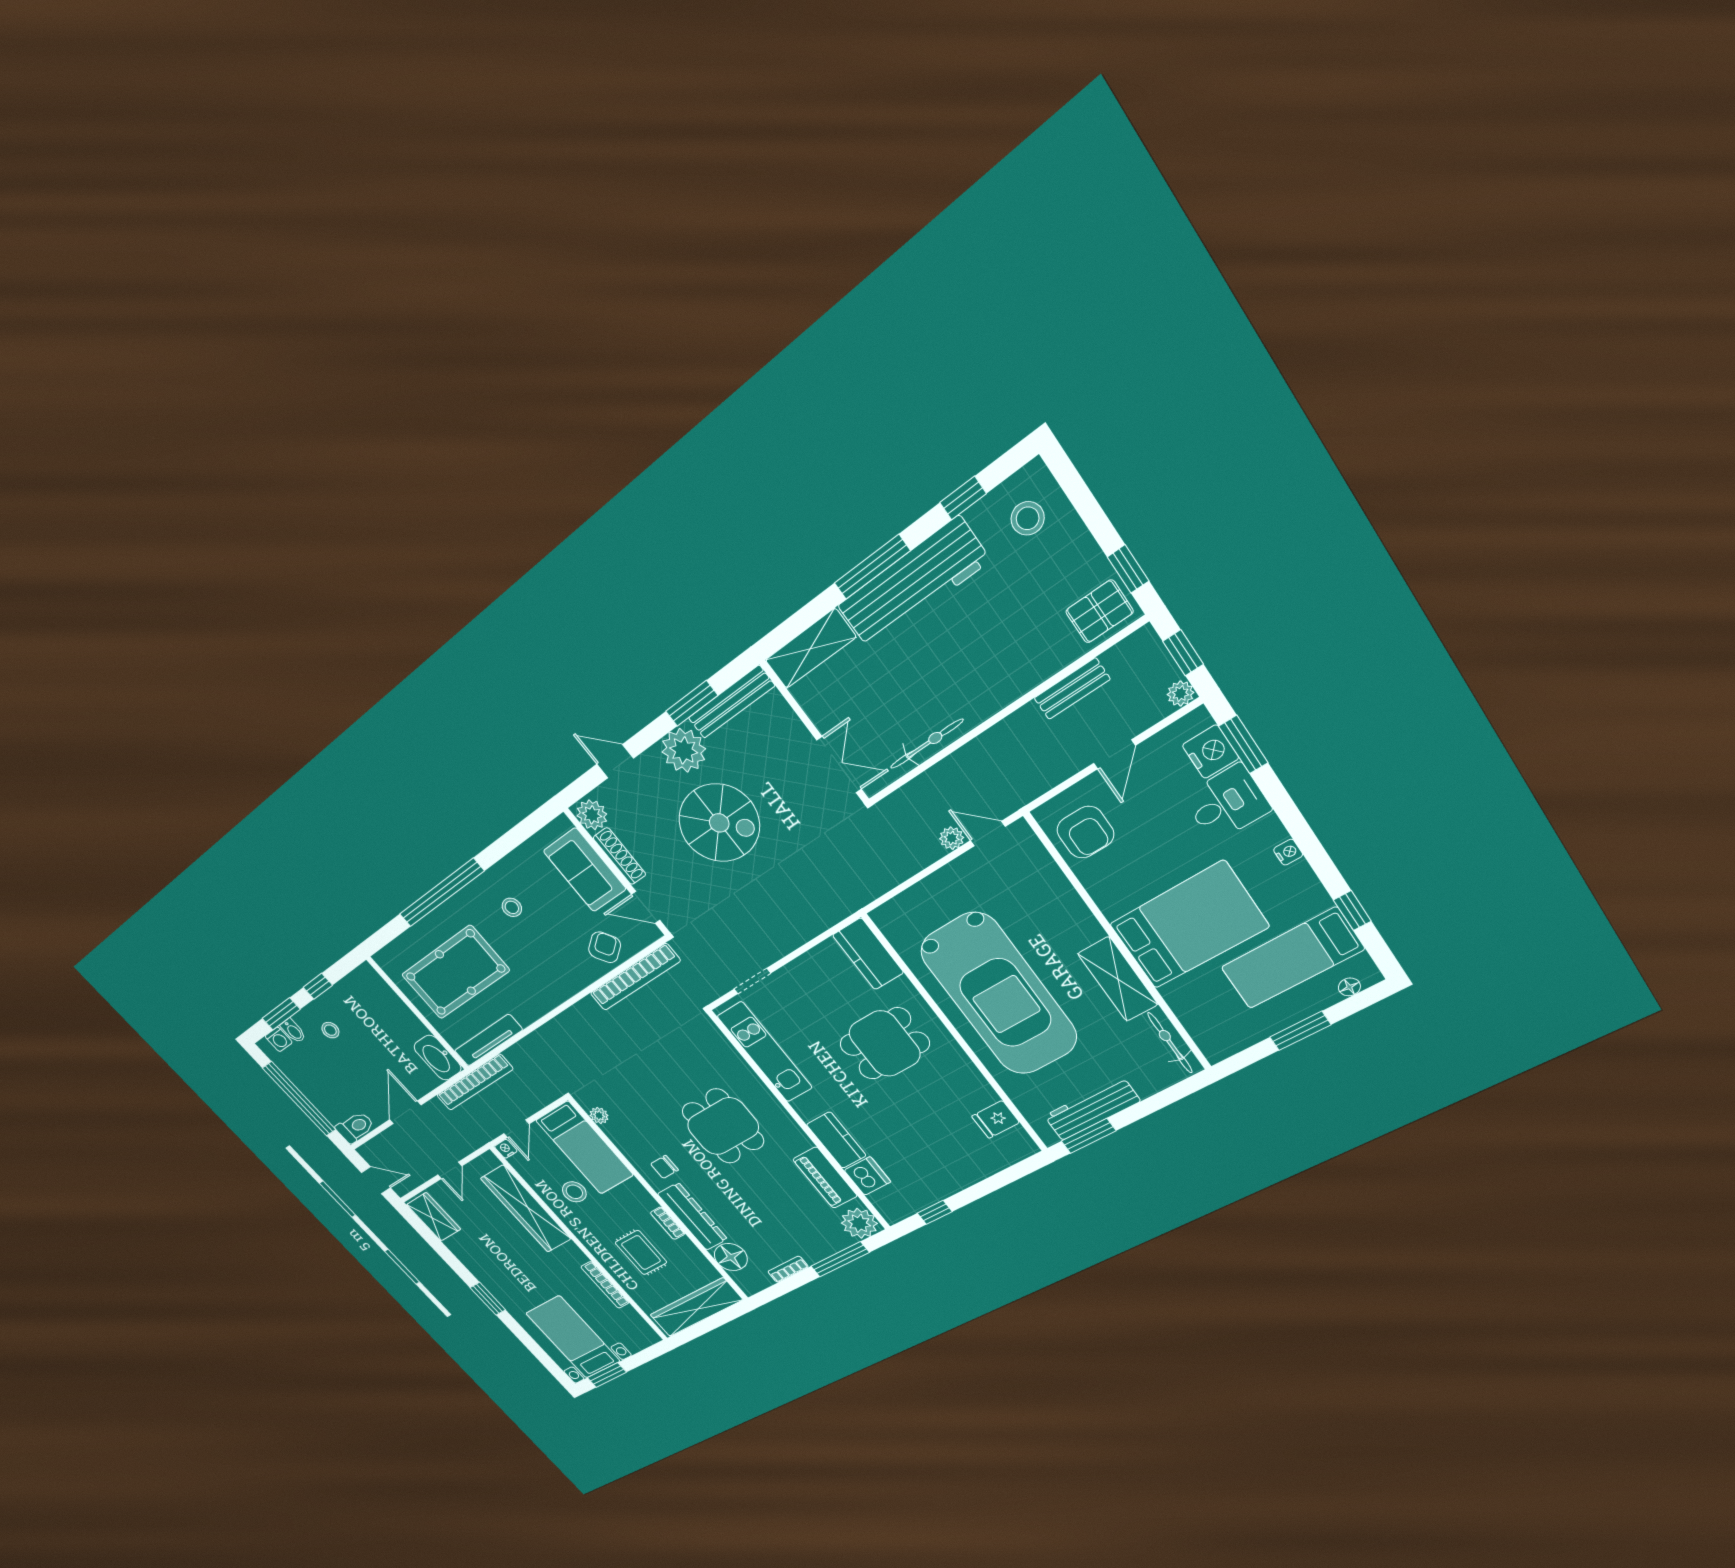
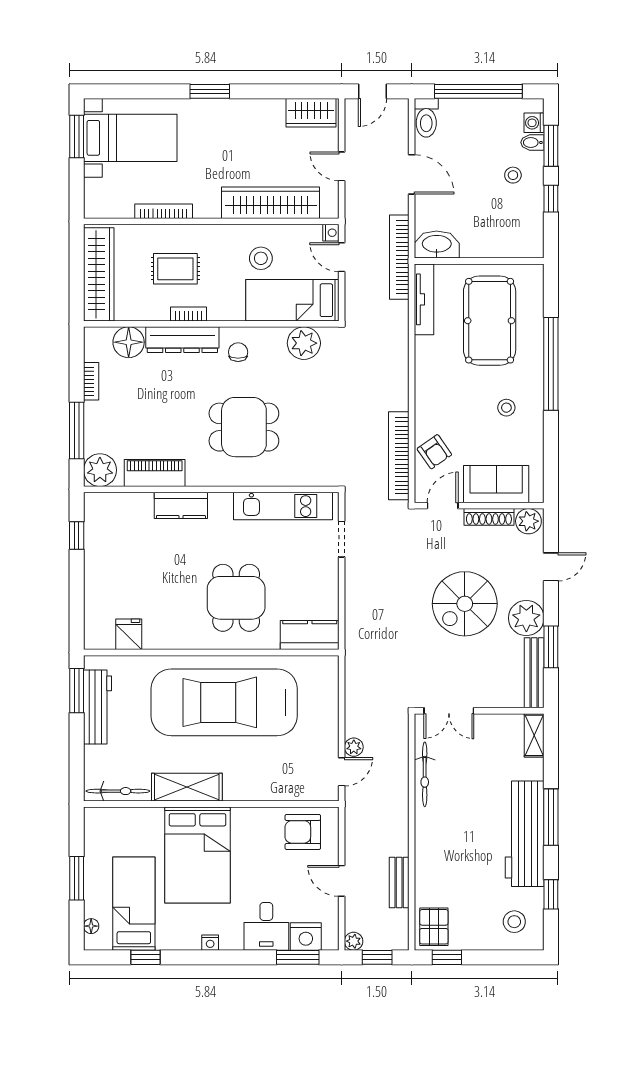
shelving: (811, 649) -> (534, 735), width x0.67, depth x0.75
plant: (599, 1115) -> (304, 343), width x1.87, depth x1.87
dishwasher: (867, 1176) -> (137, 507), removed

